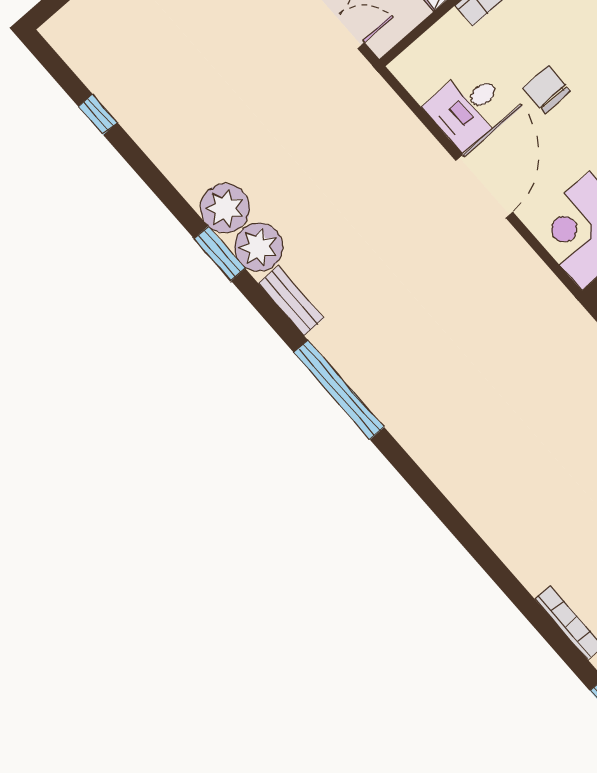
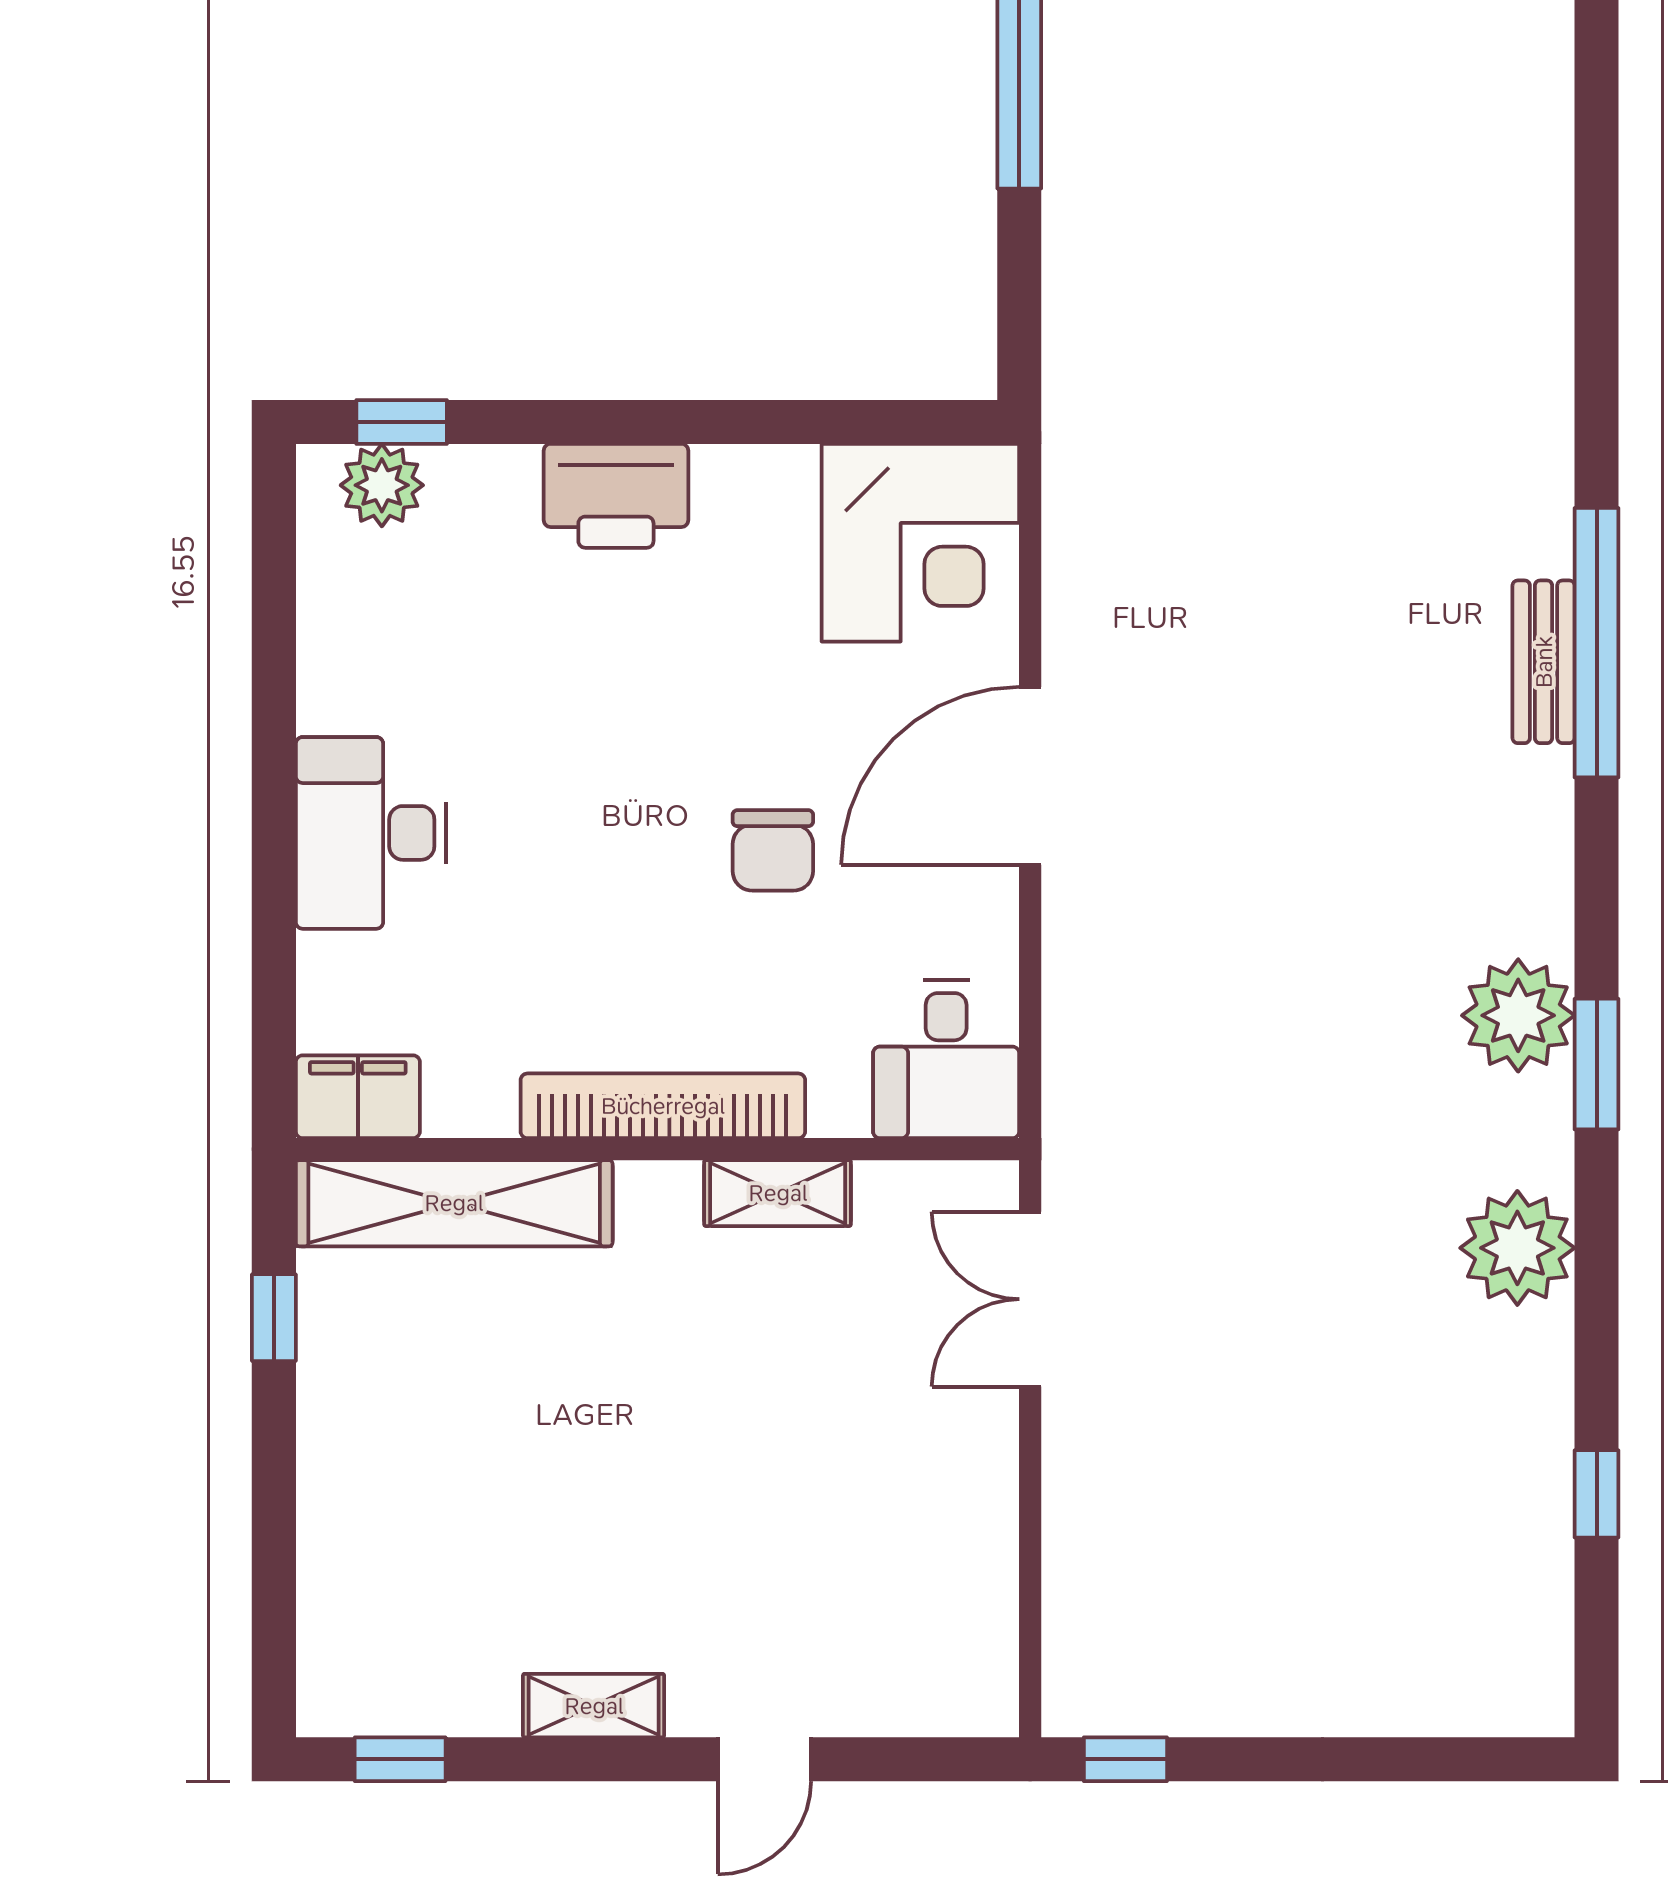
desk: (467, 108) -> (946, 1059), moved, turned 90
plant: (225, 208) -> (1517, 1248), moved
bench: (291, 301) -> (1544, 662), moved

